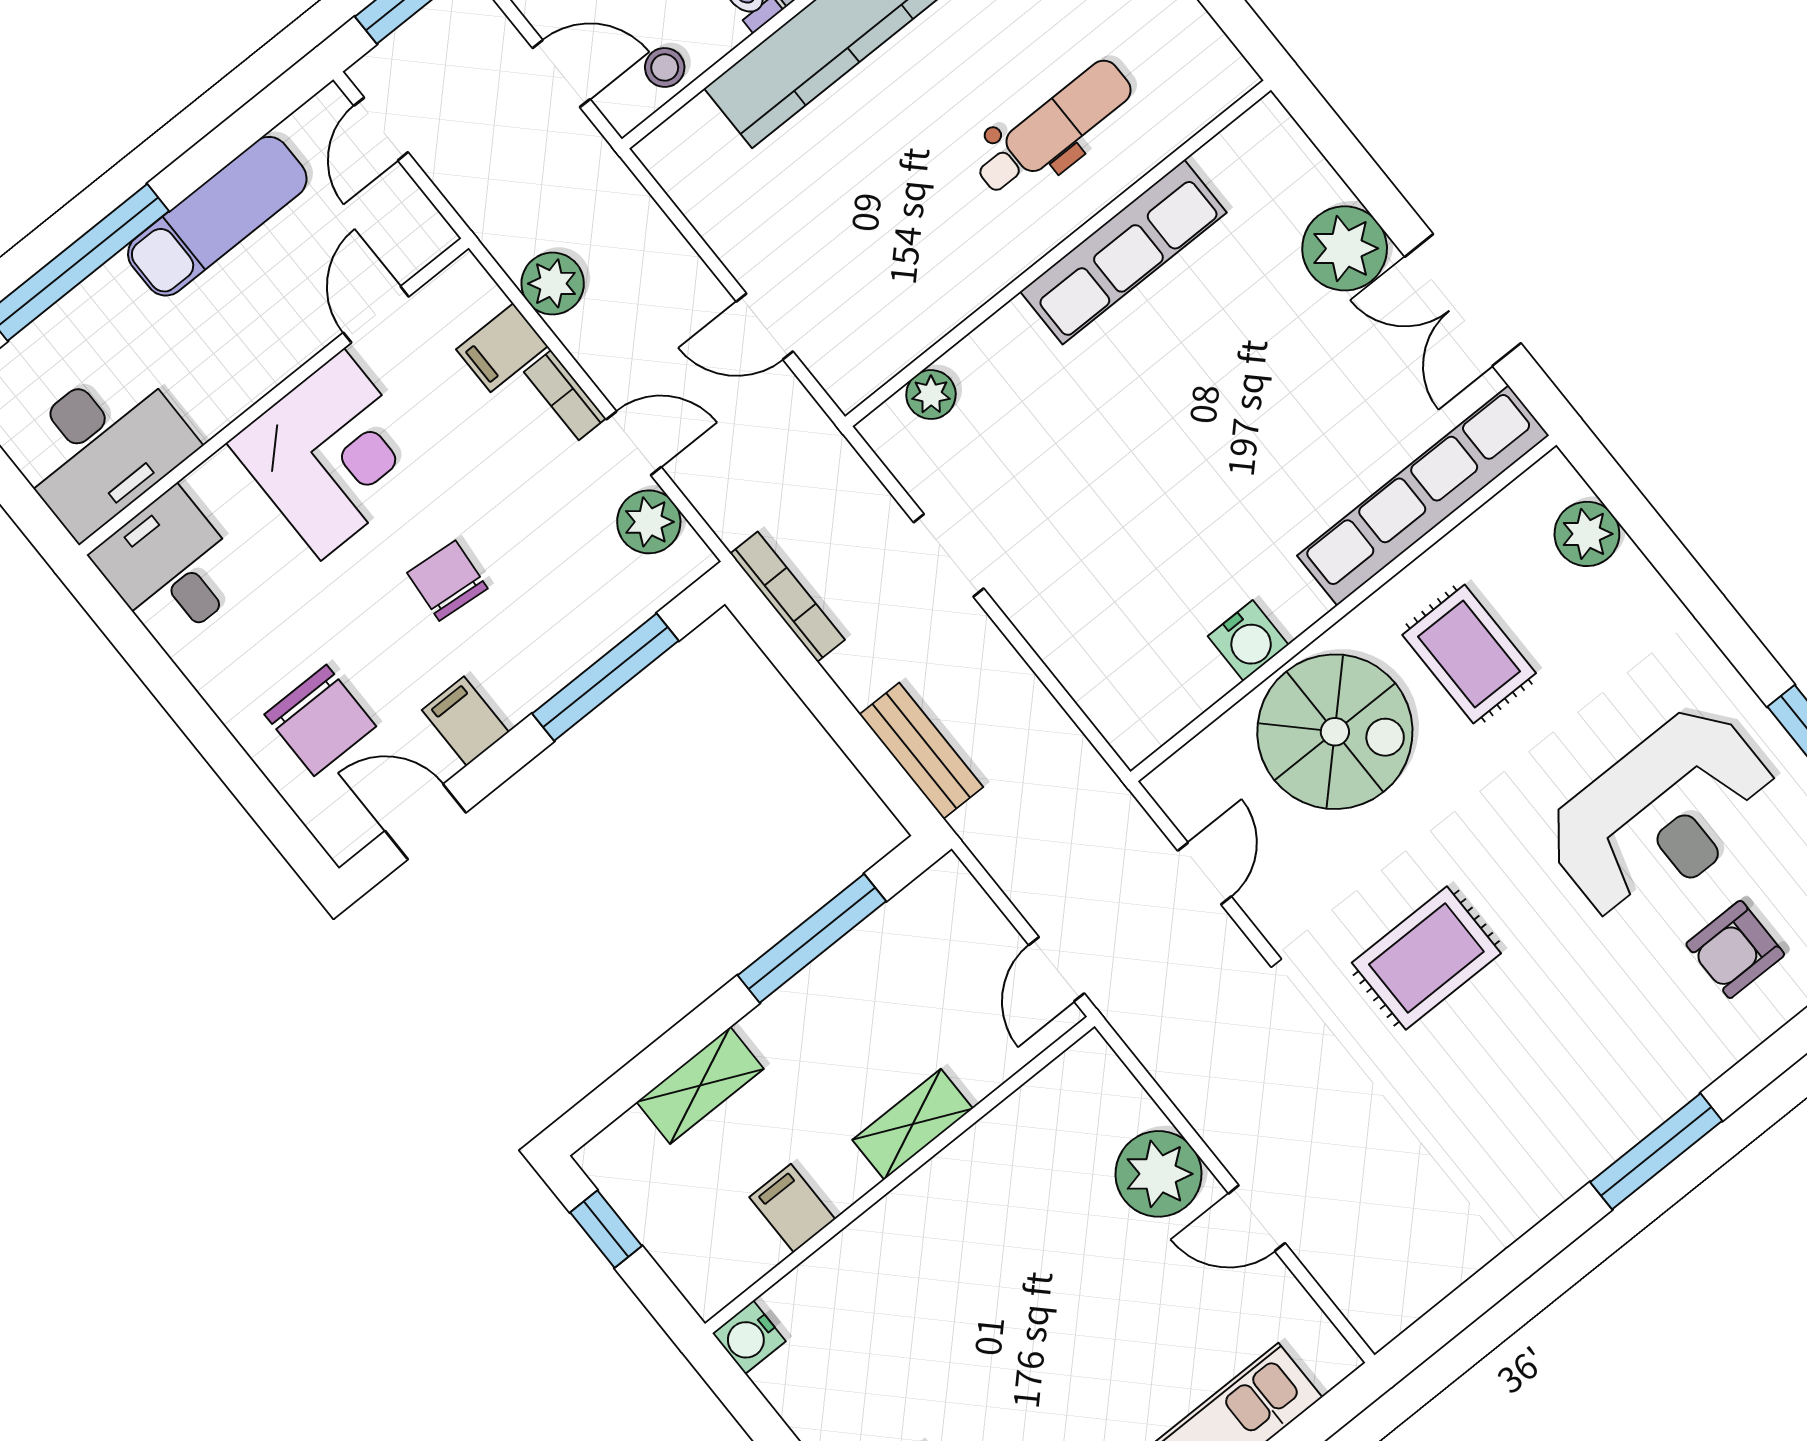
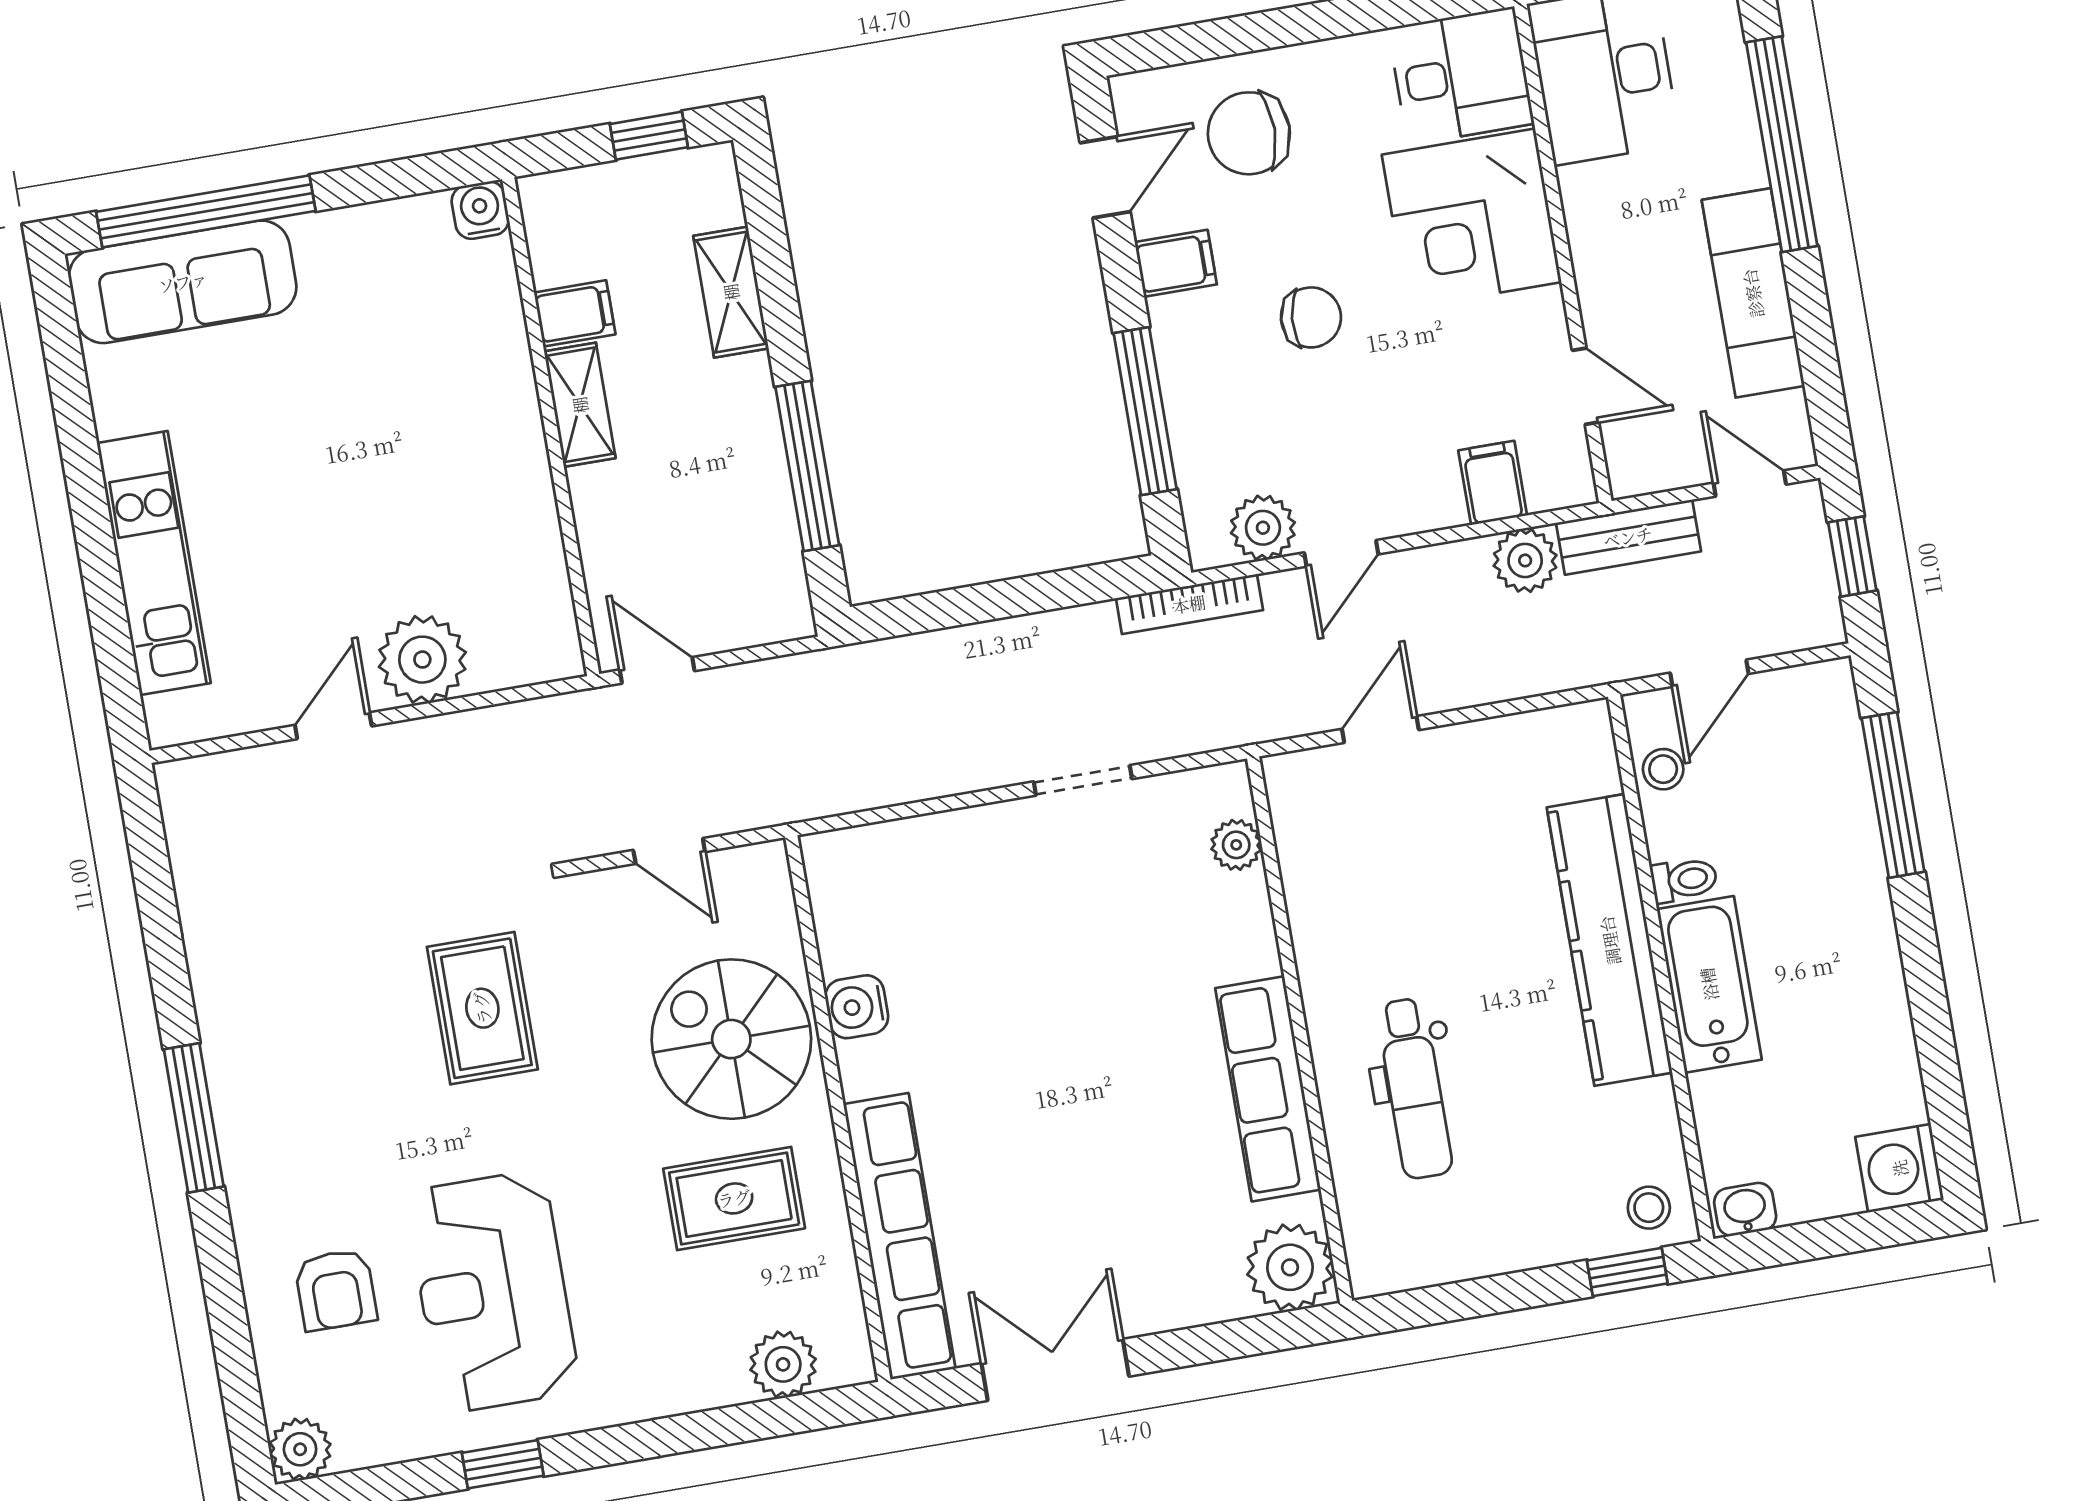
plant: (1345, 248) -> (1290, 1267), moved
bookcase: (565, 395) -> (1419, 516), removed
corner desk: (332, 454) -> (1472, 218), moved
bookcase: (787, 597) -> (1189, 604), moved
spiral stairs: (1335, 732) -> (731, 1039), turned 90
bench: (921, 751) -> (1628, 537), moved
armchair: (1735, 949) -> (336, 1290), turned 180
shelving: (913, 1124) -> (580, 405), moved

